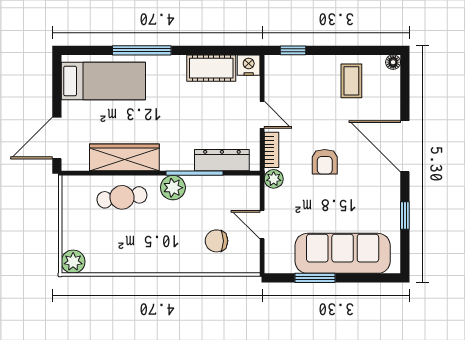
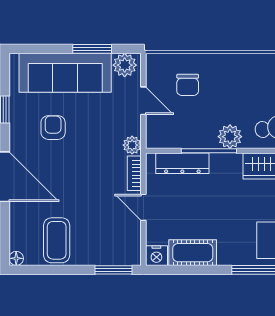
window: (293, 50) -> (113, 270), width x1.50
coffee table: (351, 81) -> (57, 240), width x1.36, depth x1.30
armchair: (325, 162) -> (53, 128), moved
chair: (216, 241) -> (188, 85), turned 90
plant: (281, 261) -> (125, 65), added

